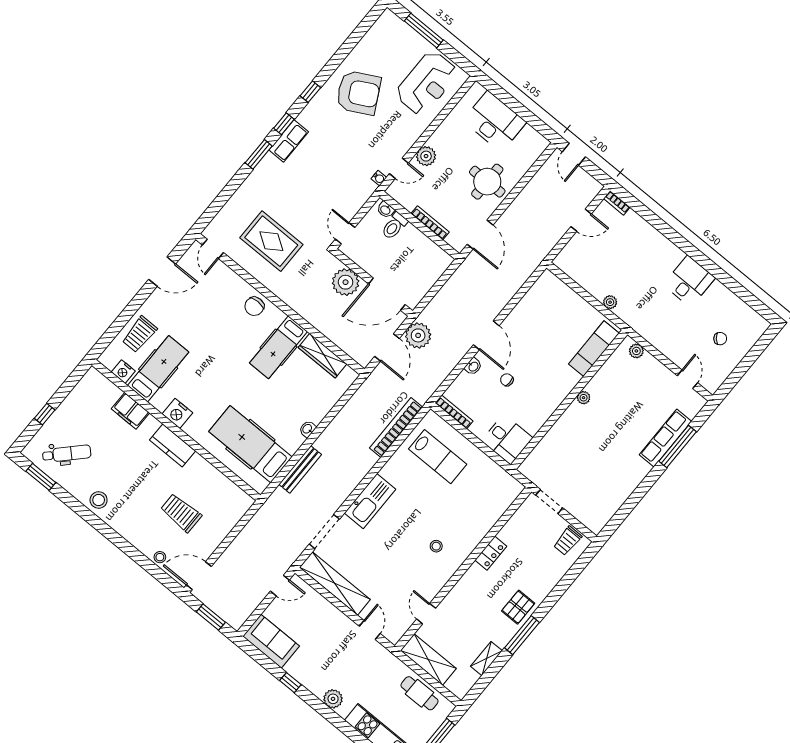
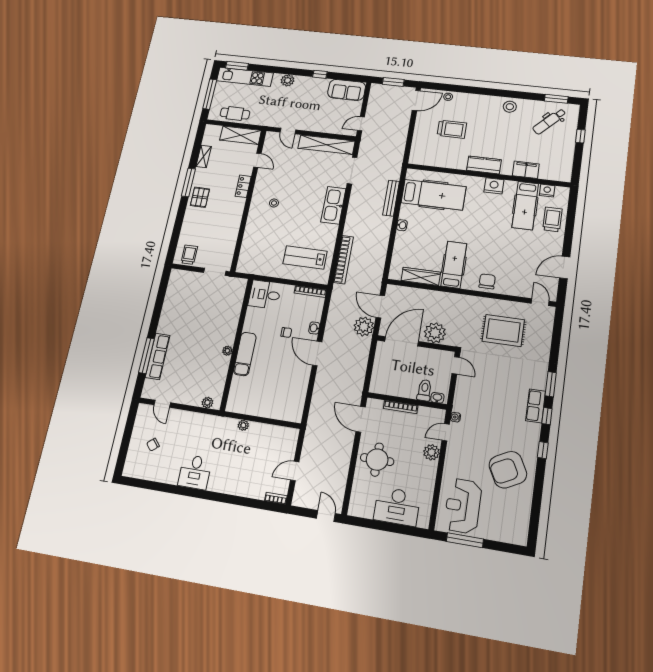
window: (424, 30) -> (465, 540), moved
exam couch: (594, 349) -> (245, 354), moved
locker: (491, 553) -> (243, 186), moved

